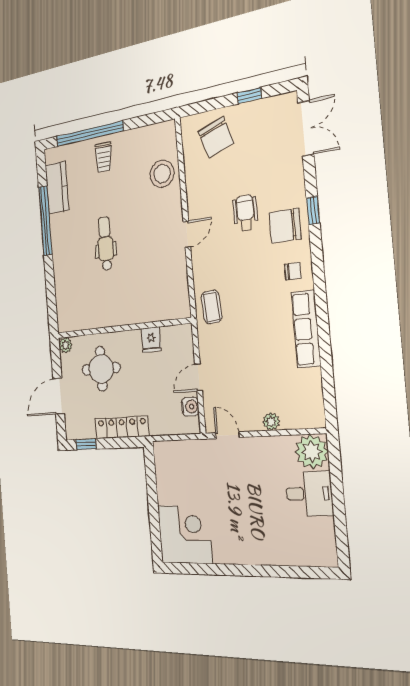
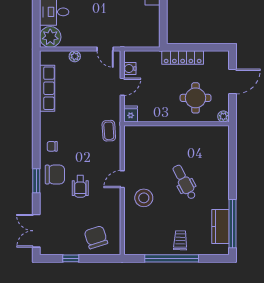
window: (90, 134) -> (172, 258), moved
stool: (162, 174) -> (144, 198), moved
window: (313, 211) -> (36, 181), width x1.50
window: (45, 221) -> (232, 224), moved
dental chair: (105, 243) -> (184, 182), turned 152
row of seats: (306, 329) -> (47, 88), moved
fridge: (151, 340) -> (131, 114), moved
window: (86, 444) -> (213, 47), removed

